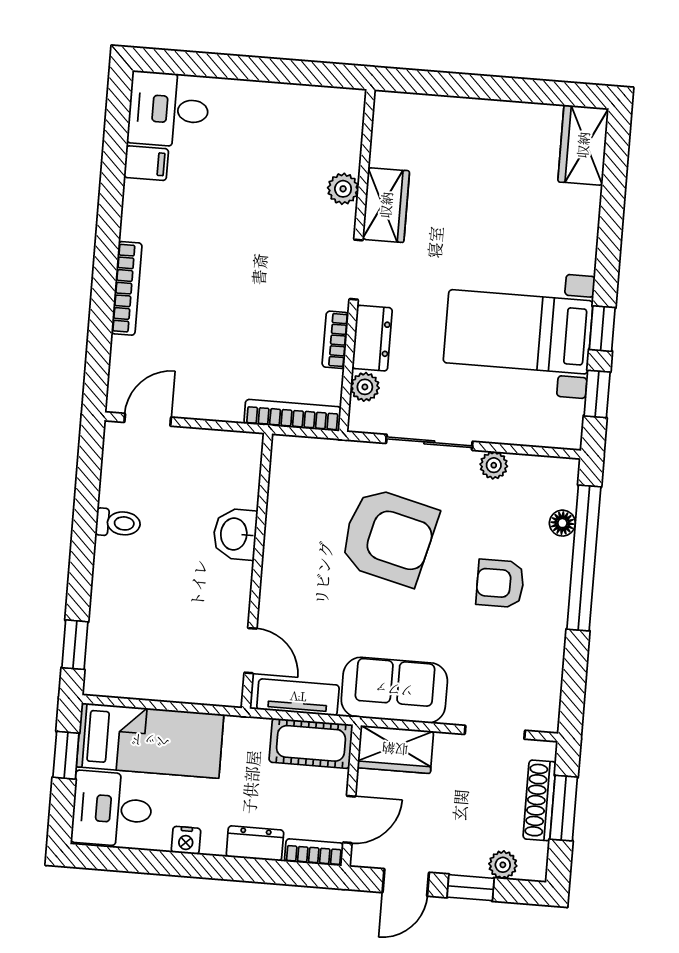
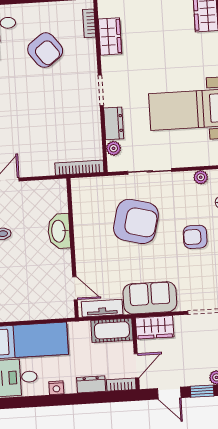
armchair: (258, 175) -> (45, 50), added
plant: (343, 189) -> (89, 51), removed
wardrobe: (386, 205) -> (110, 36), moved
bookcase: (335, 340) -> (89, 23), moved
plant: (494, 465) -> (201, 177), moved
washbasin: (235, 534) -> (59, 231), width x1.38
door: (406, 882) -> (169, 393), hinge flipped

